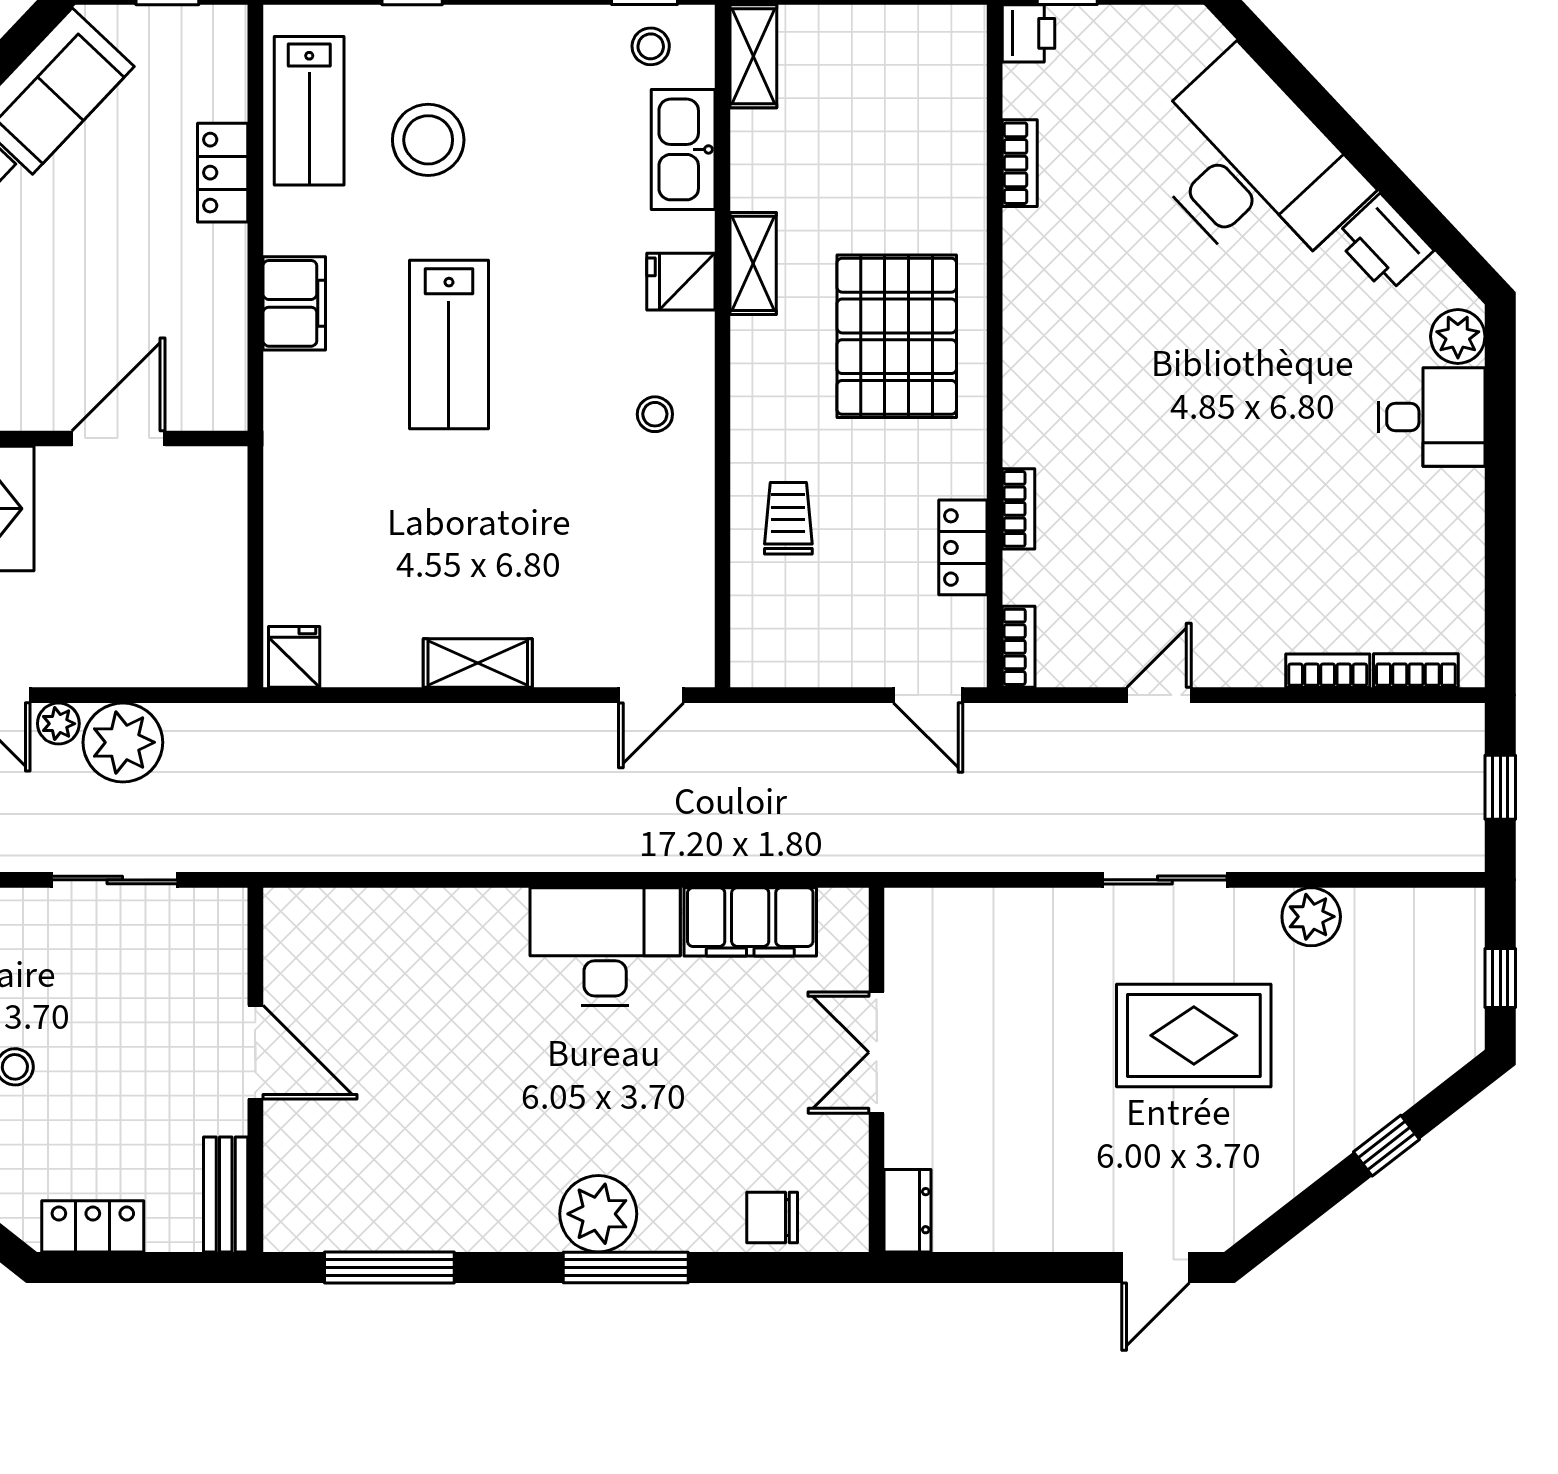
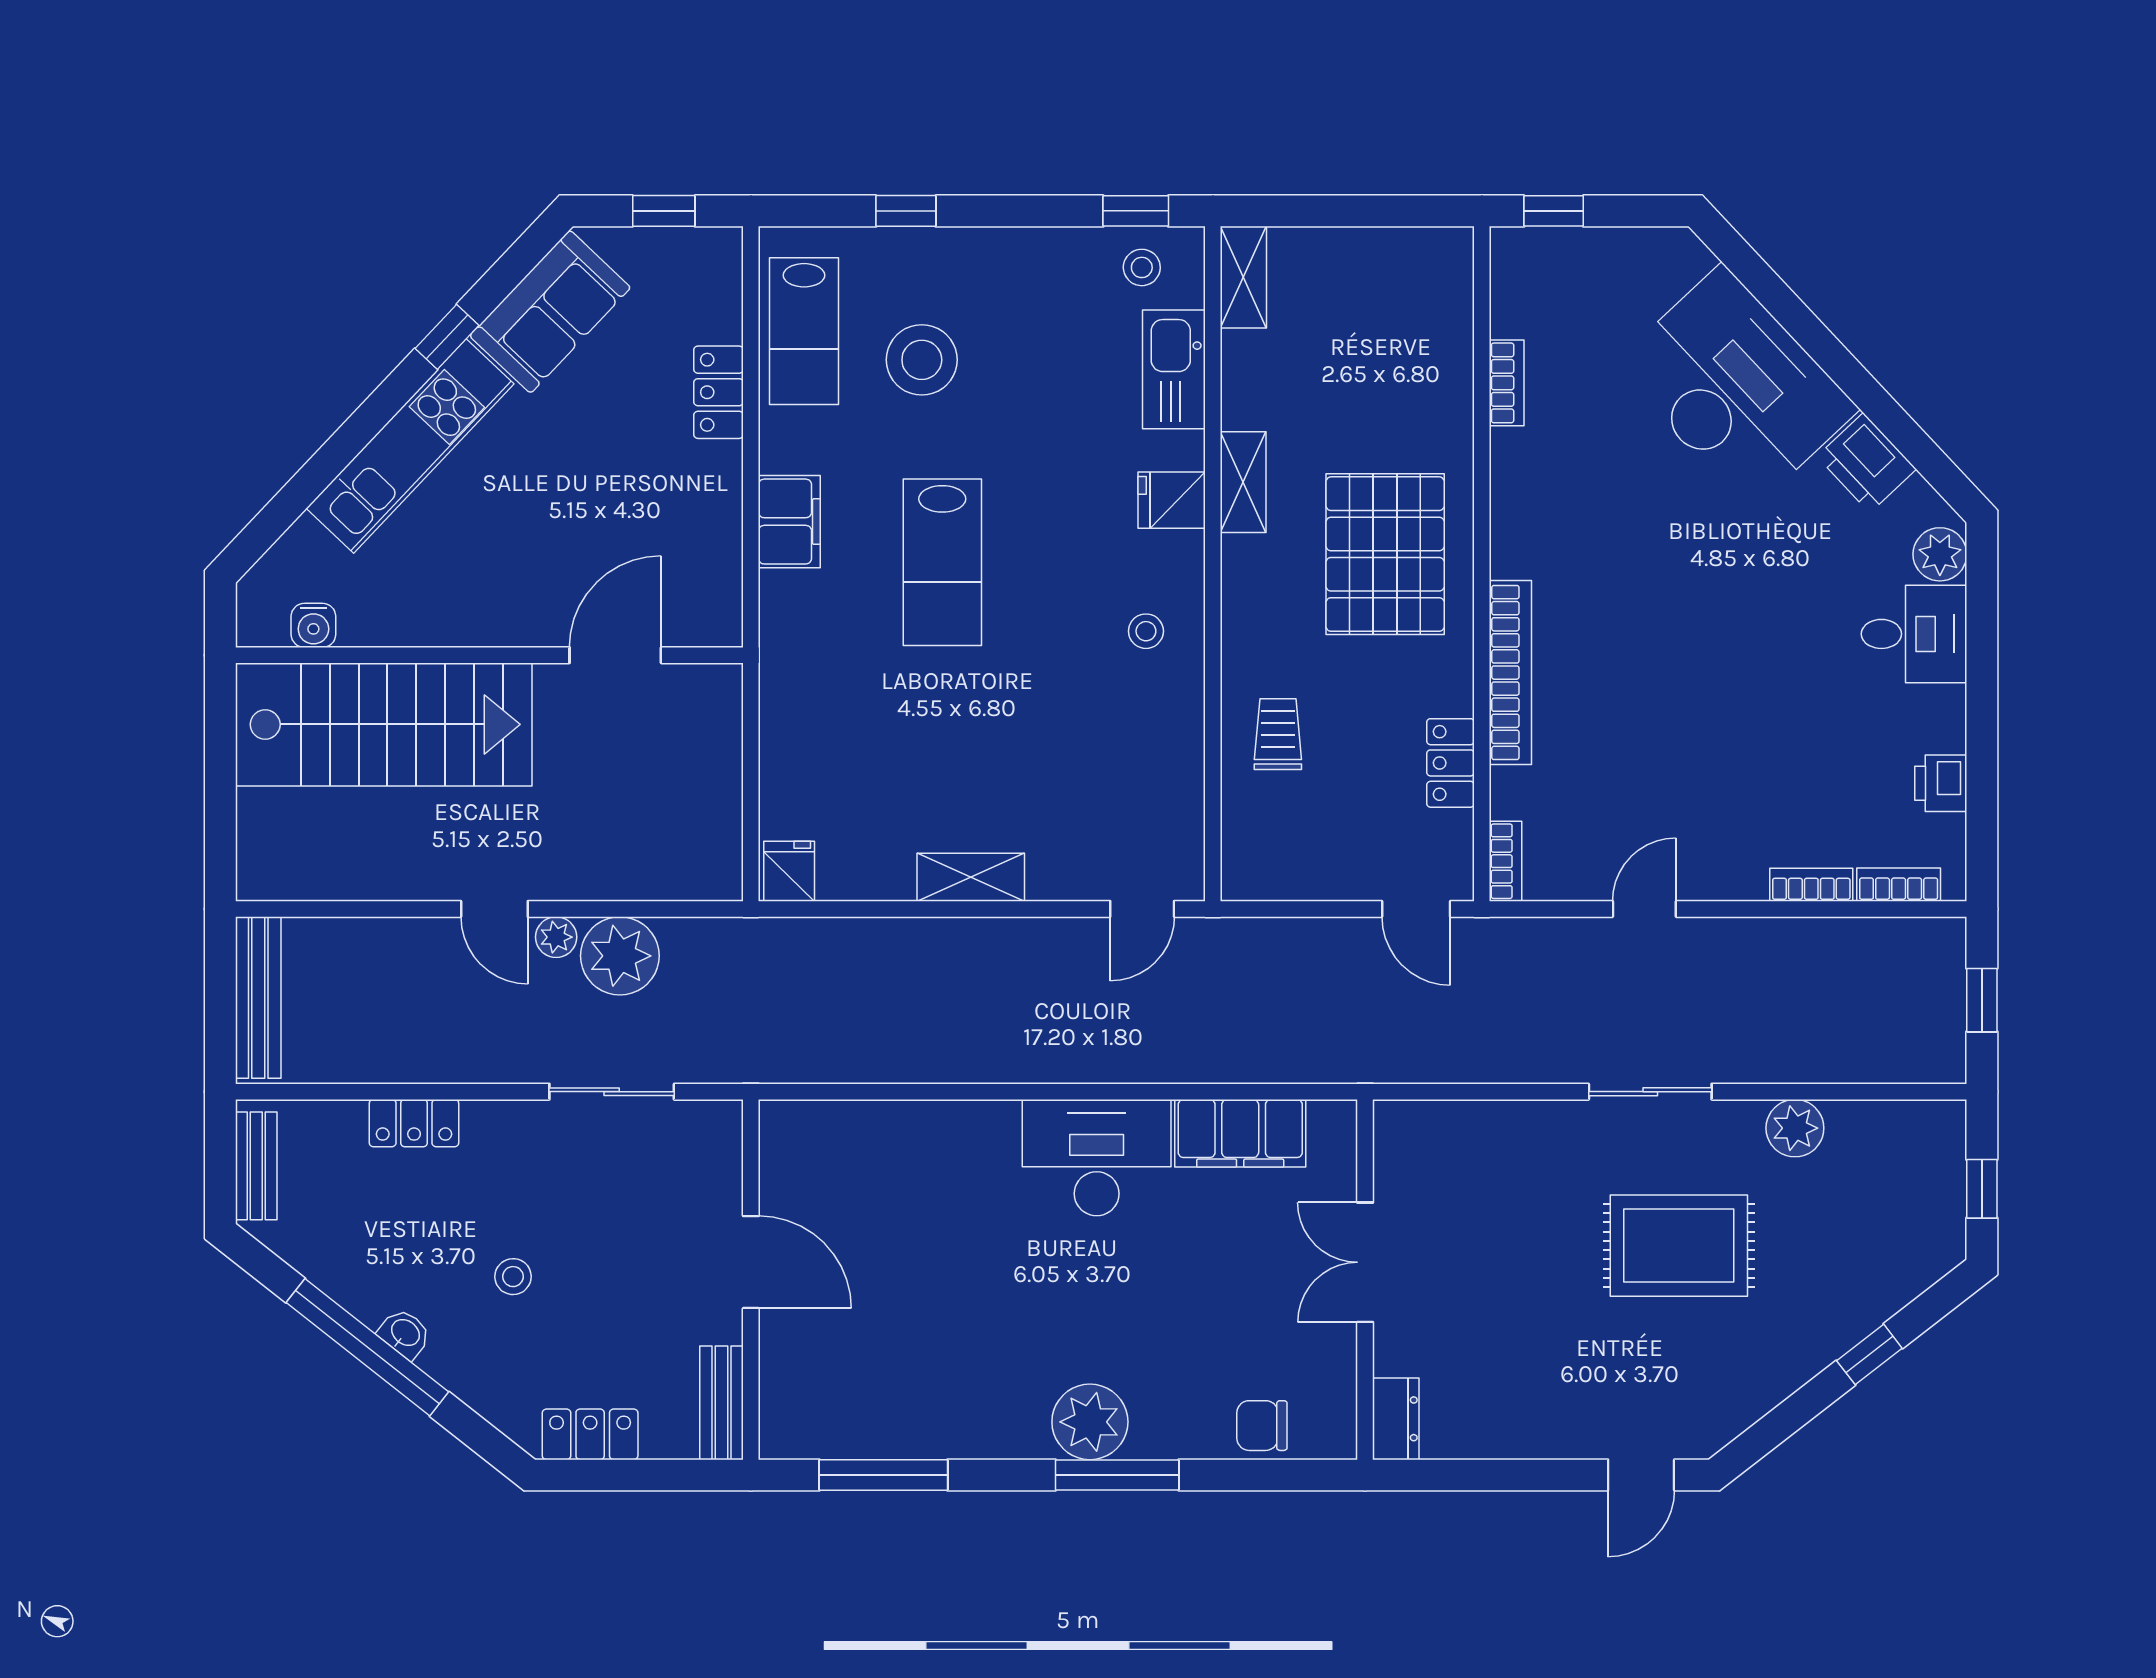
printer: (1028, 33) -> (1941, 783), moved, turned 180
bookcase: (1018, 509) -> (1510, 673), width x2.31, depth x1.31

